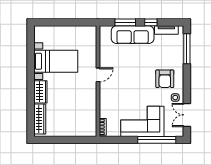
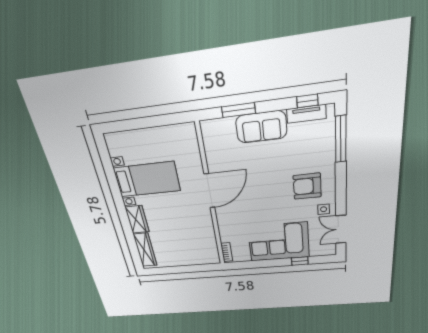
window: (151, 22) -> (307, 101), moved
sofa: (133, 35) -> (261, 127), width x0.73
door: (98, 75) -> (209, 191), width x1.88
armchair: (165, 79) -> (307, 186), turned 90
window: (157, 140) -> (300, 261), width x0.32

